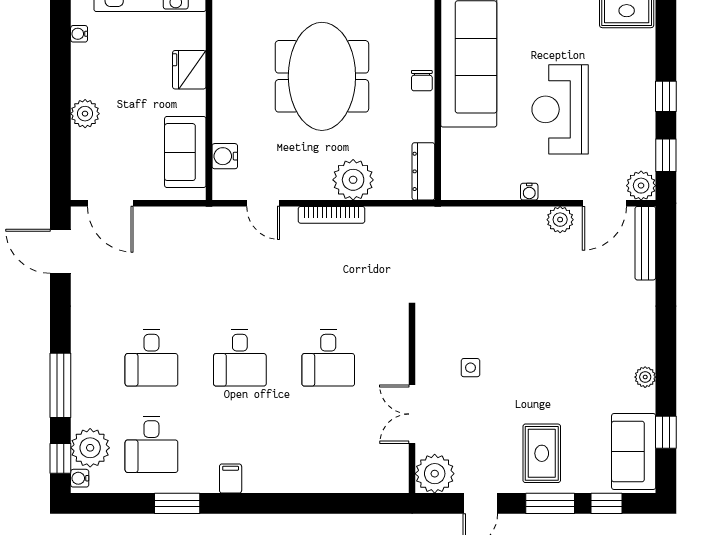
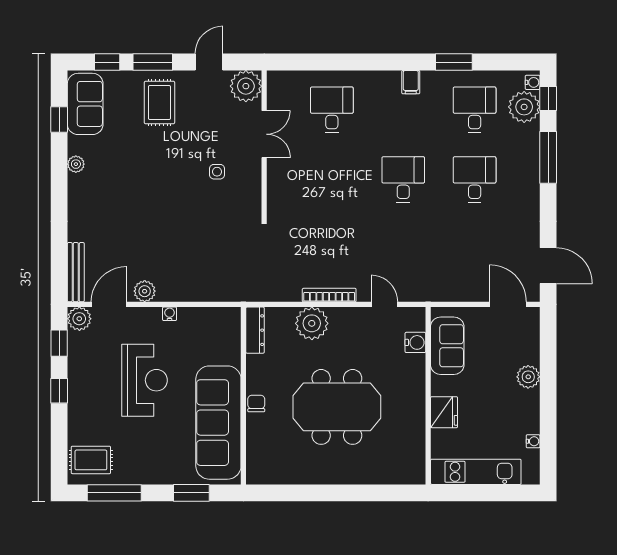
meeting table: (322, 76) -> (337, 407), turned 90
desk: (328, 358) -> (332, 110), moved

